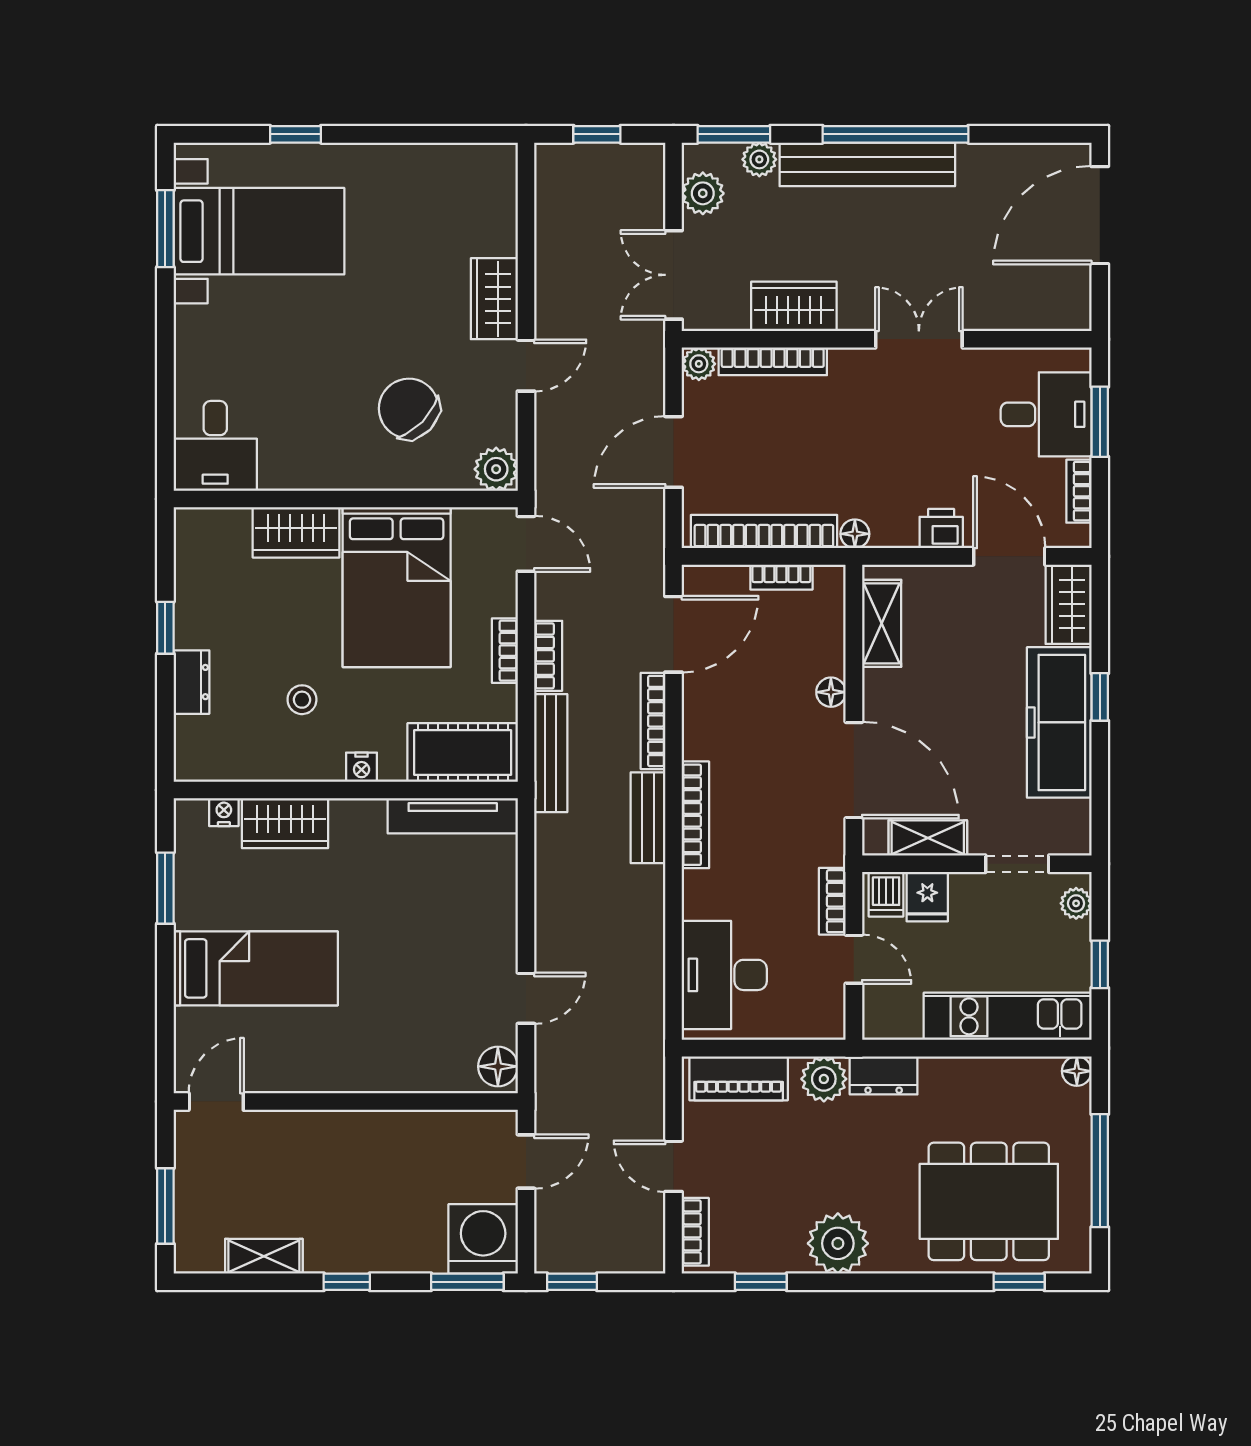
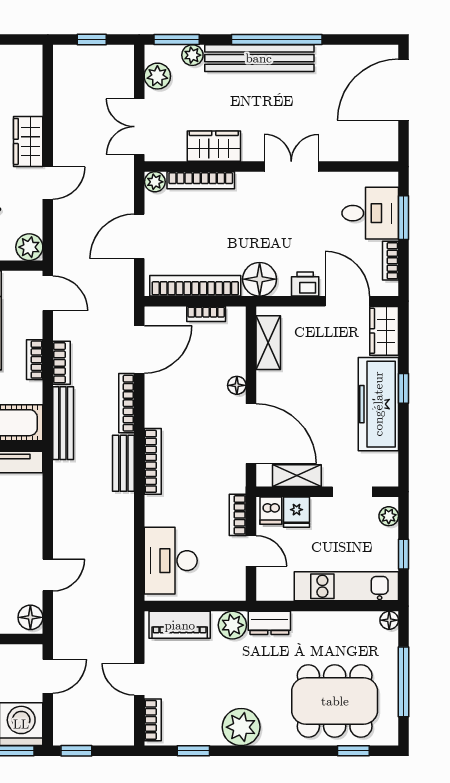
floor lamp: (855, 534) -> (260, 279), width x1.89, depth x1.89

